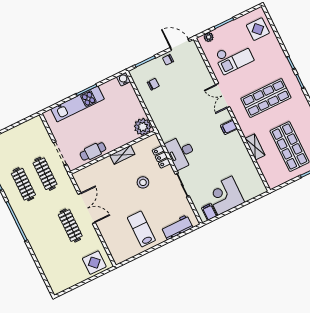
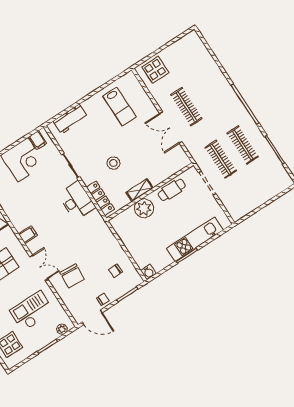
chair: (193, 85) -> (72, 276), added
plant: (143, 127) -> (144, 208), moved
locker: (161, 157) -> (100, 198), width x1.53
lab bench: (141, 229) -> (120, 106), moved

